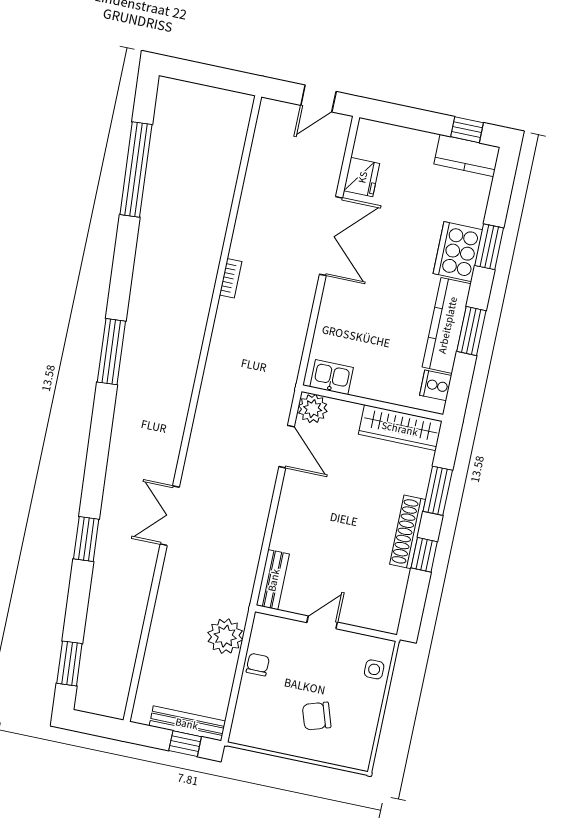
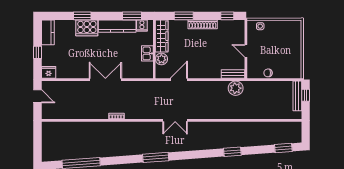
window: (467, 130) -> (38, 52), moved
fridge: (362, 177) -> (49, 72), moved
double door: (331, 236) -> (105, 80), moved
window: (471, 331) -> (132, 16), moved
kitchen sink: (332, 377) -> (147, 53), moved
plant: (313, 409) -> (161, 59), moved
double door: (170, 516) -> (175, 120), moved
window: (424, 555) -> (227, 16), moved
plant: (225, 636) -> (236, 88), moved
chair: (317, 716) -> (284, 45), removed

